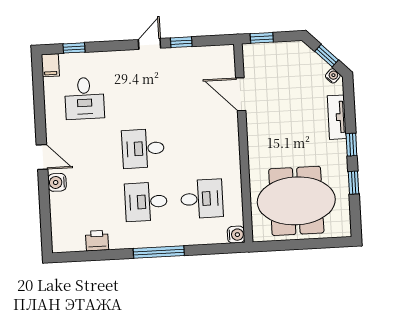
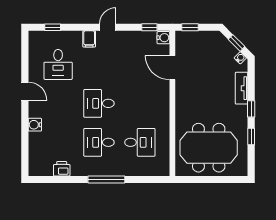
window: (181, 42) -> (149, 27), moved
filing cabinet: (50, 65) -> (89, 39), moved
door: (42, 157) -> (25, 91), moved
water cooler: (236, 235) -> (163, 38), moved

